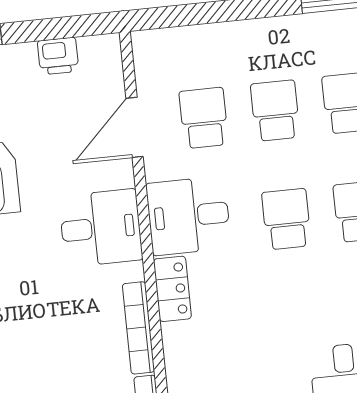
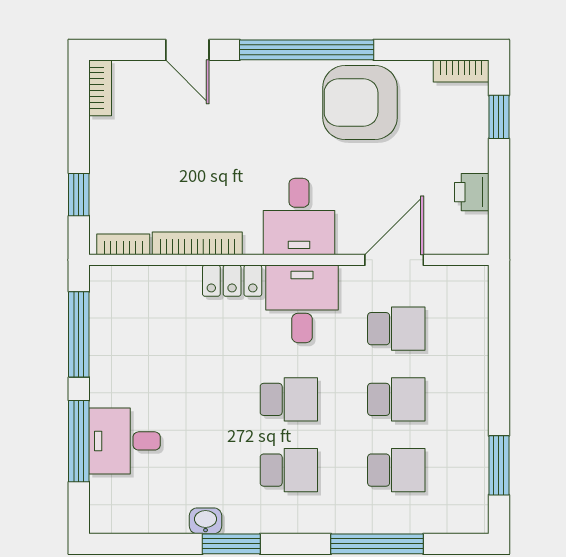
door: (135, 127) -> (394, 260), hinge flipped

